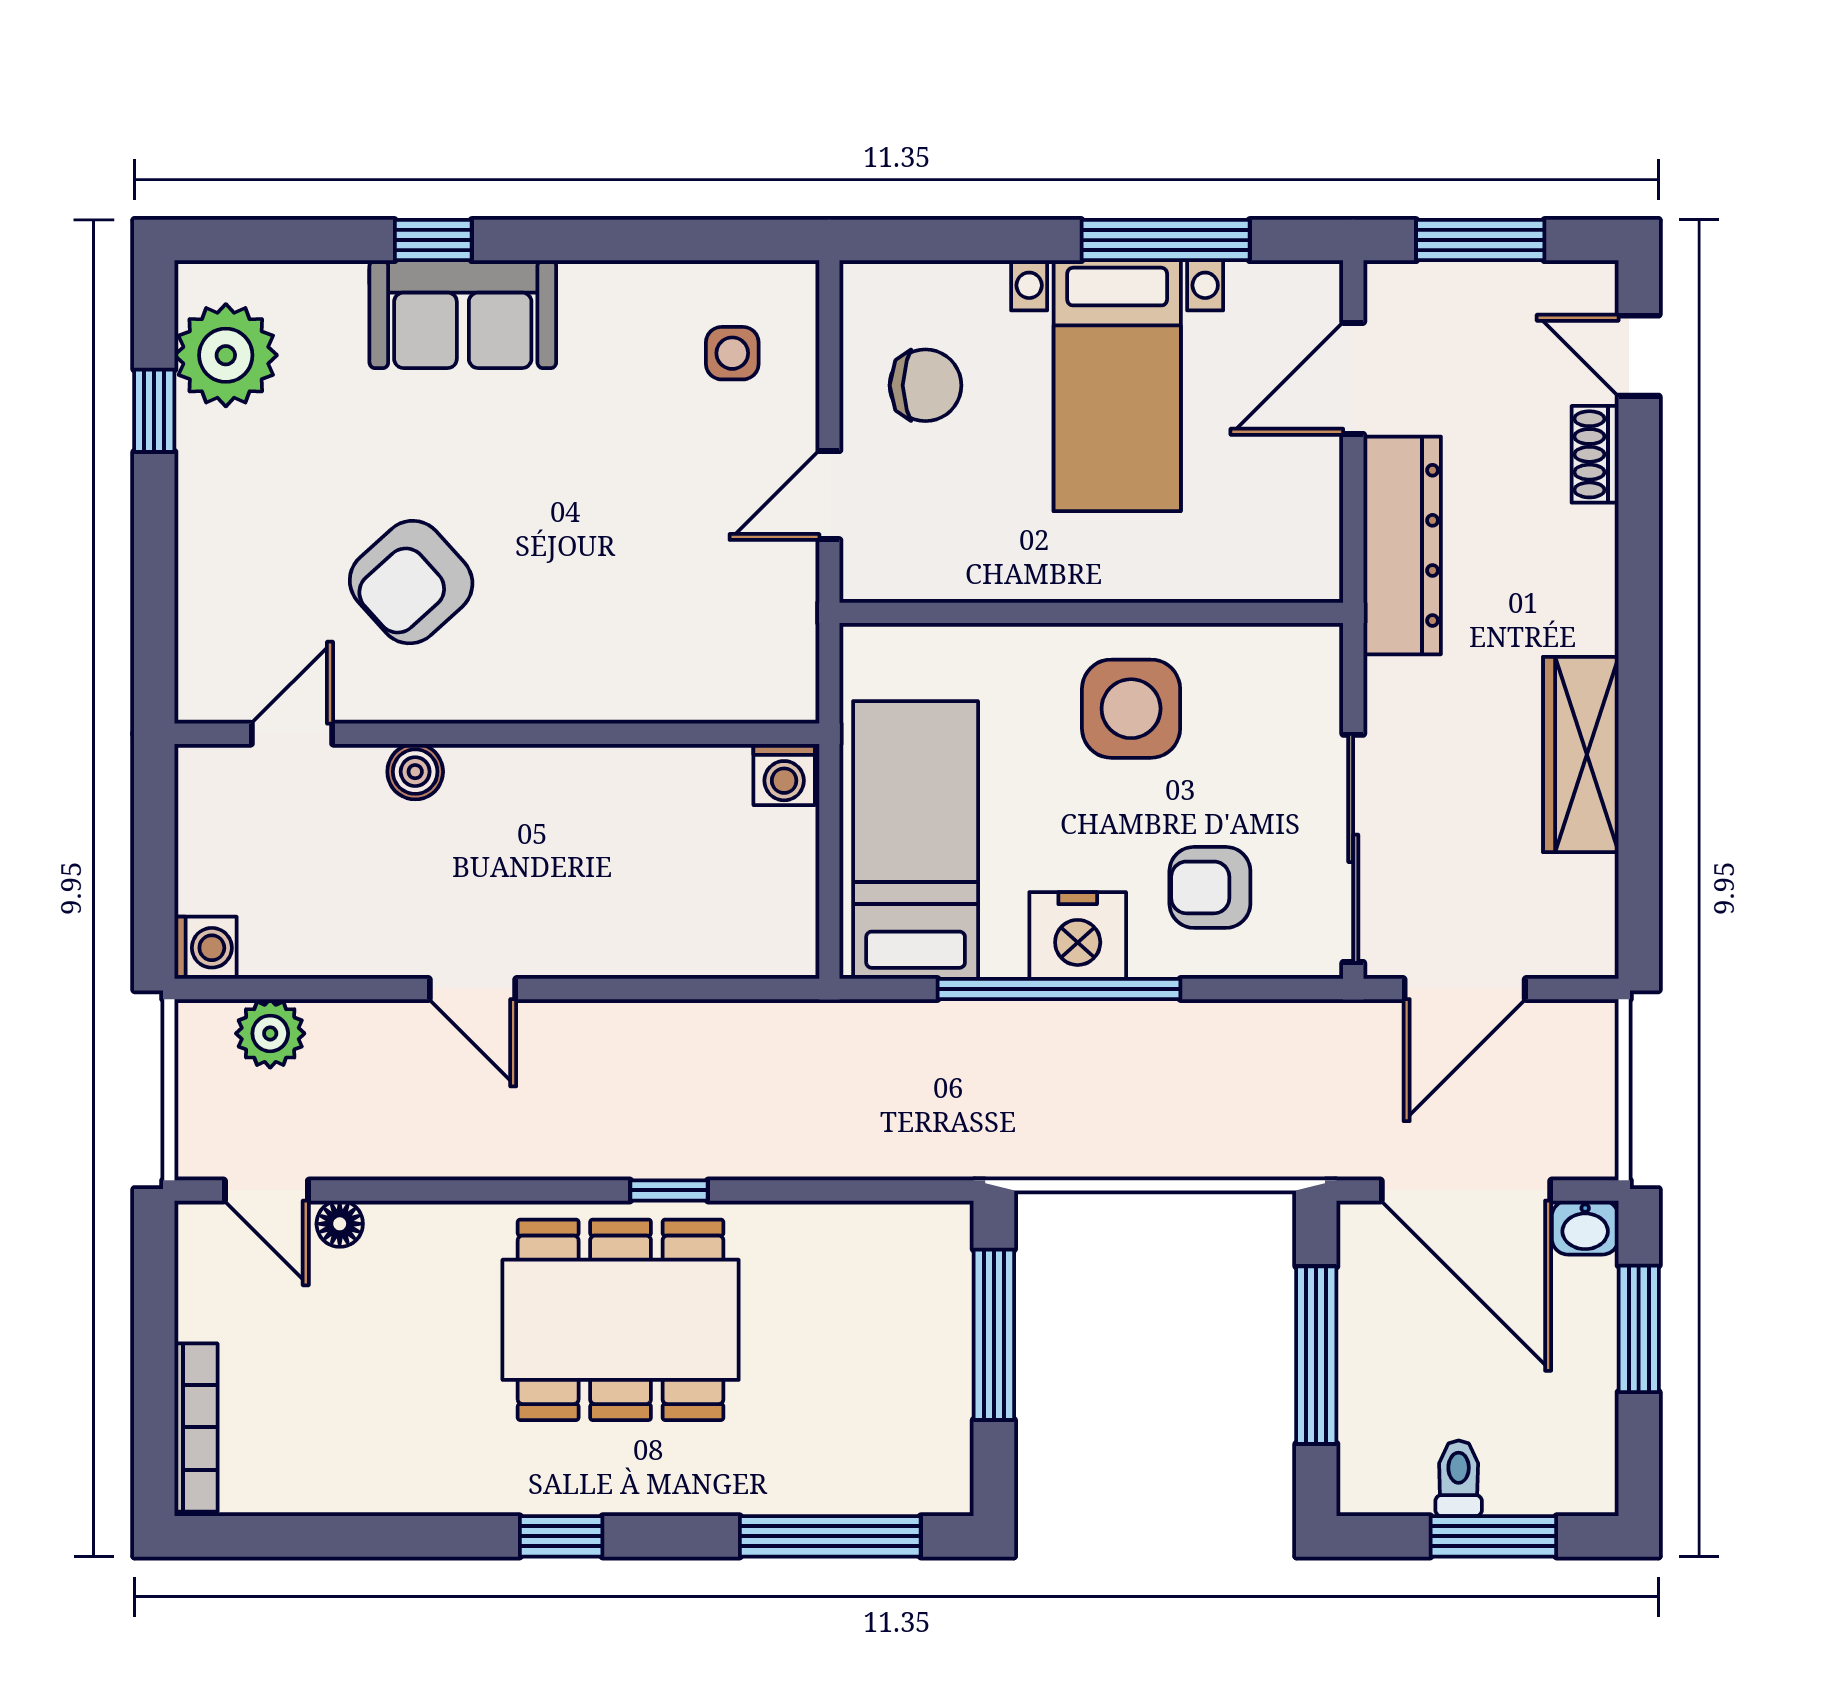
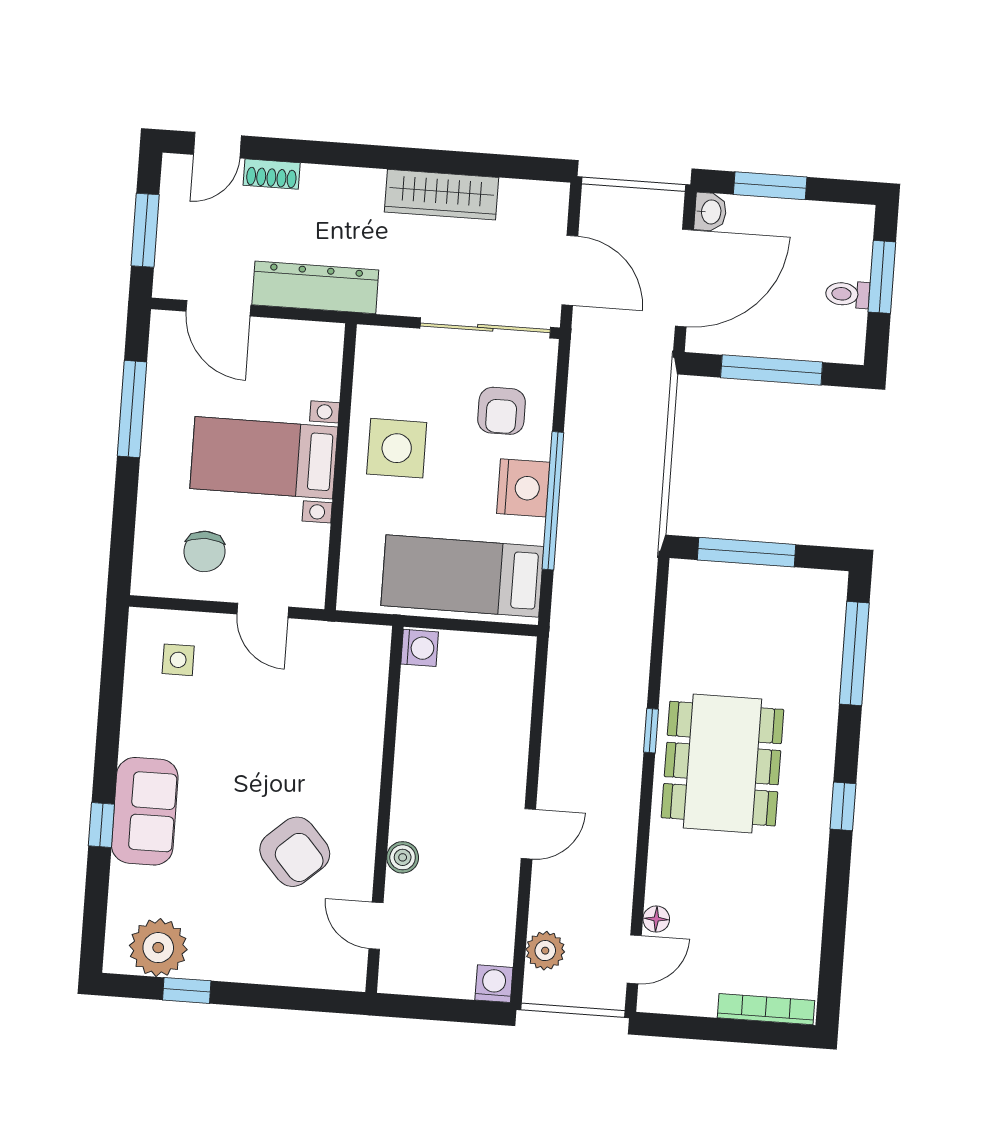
chair: (925, 385) -> (204, 551), turned 180
bed with nightstands: (1117, 386) -> (264, 458), moved, turned 180

